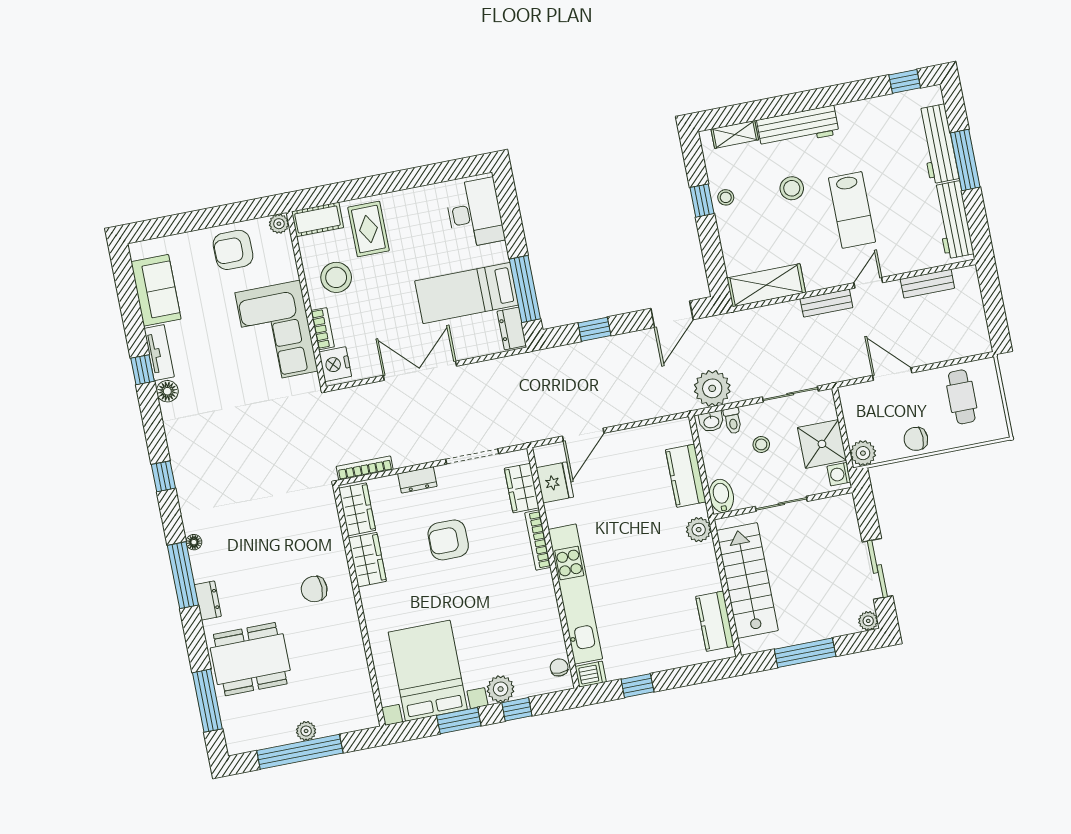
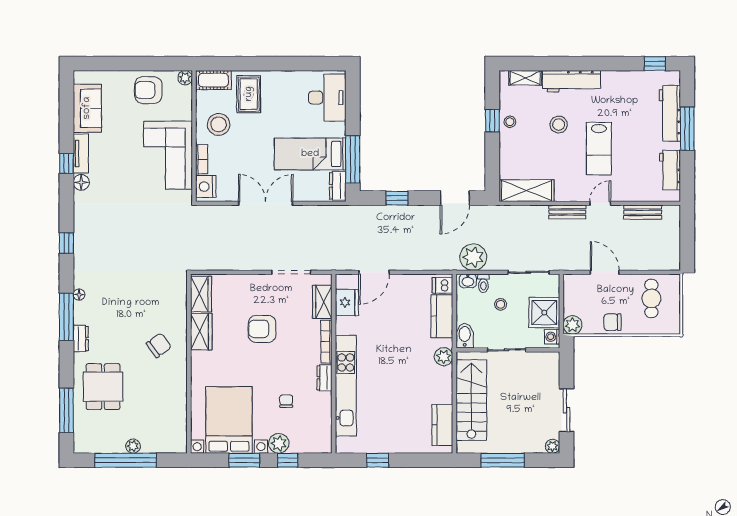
workbench: (953, 220) -> (670, 170), width x0.73
bookcase: (365, 468) -> (212, 265), removed
dresser: (417, 480) -> (325, 378), moved, turned 90
chair: (314, 589) -> (159, 345), turned 144
dining table: (250, 659) -> (103, 387), width x0.73
chair: (559, 667) -> (286, 401), moved
dishwasher: (591, 674) -> (443, 285), moved, turned 180

